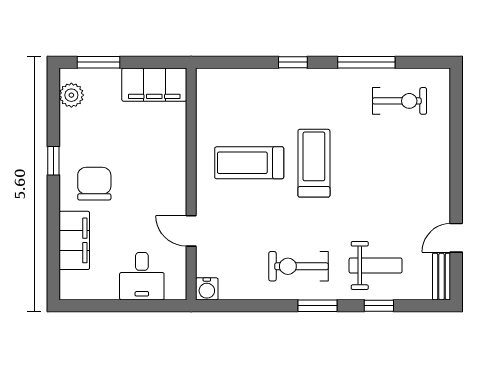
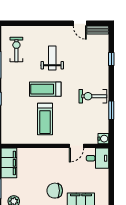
weight bench: (376, 265) -> (52, 58), moved
exercise bike: (299, 266) -> (93, 96), turned 90
desk: (142, 276) -> (97, 158), moved
window: (318, 306) -> (111, 110), moved

